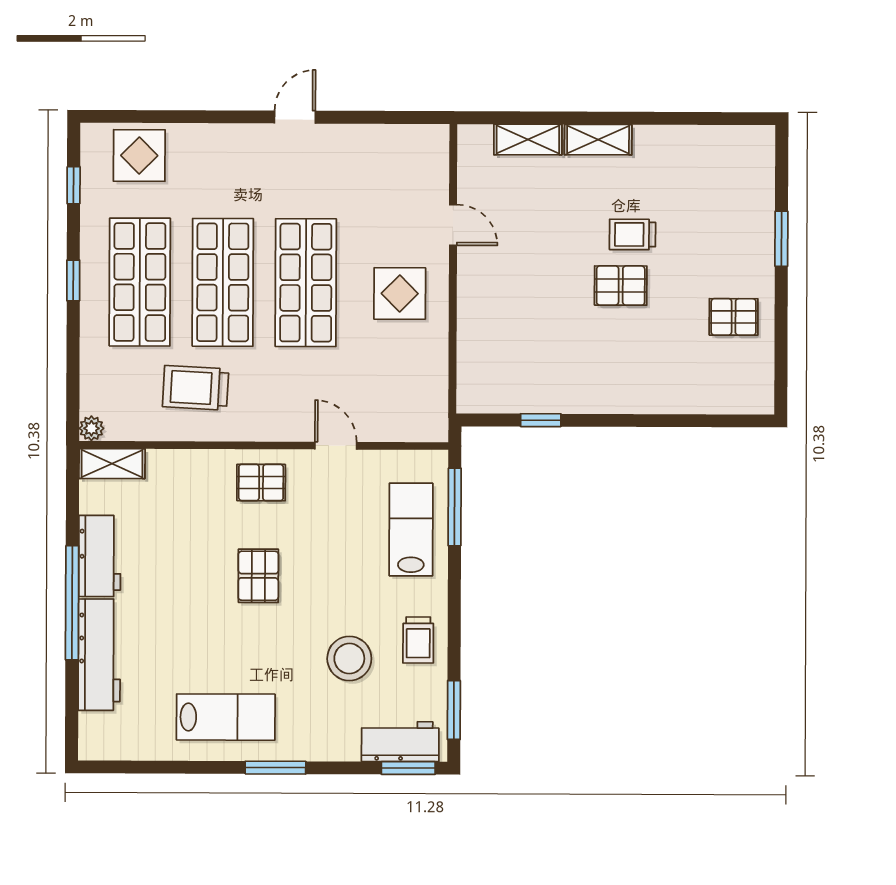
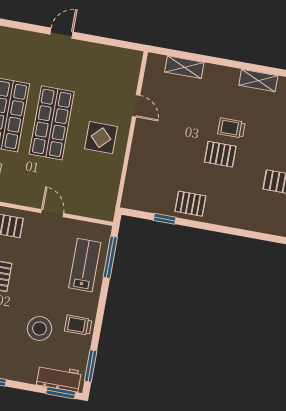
shelving: (598, 140) -> (258, 80), moved
pallet: (582, 385) -> (190, 204), added
trolley: (418, 640) -> (78, 325), turned 90

